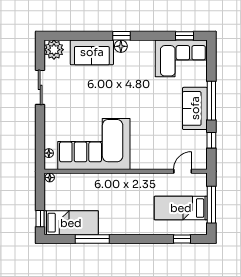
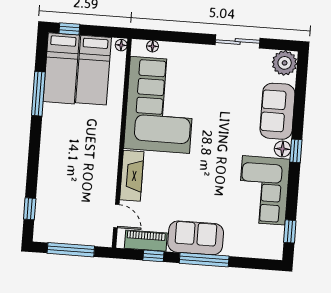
corner sofa: (181, 58) -> (264, 190), moved
piano: (200, 147) -> (146, 241), added
fireplace: (150, 162) -> (132, 176), added
bed: (181, 208) -> (94, 70), moved, turned 180

